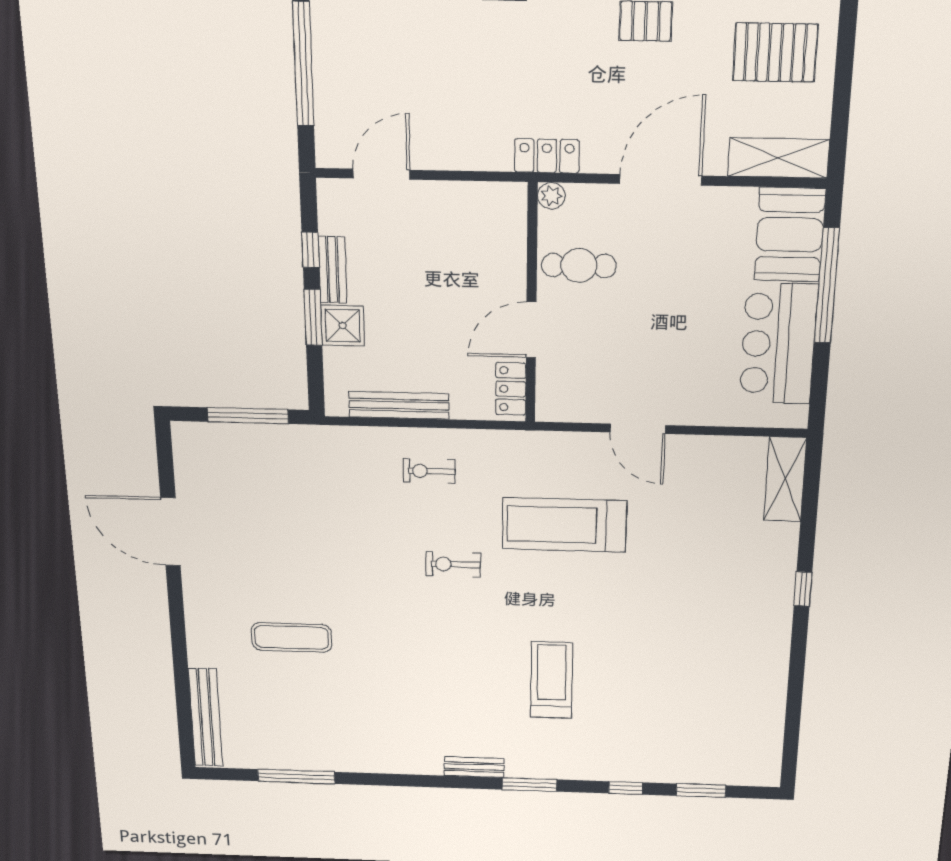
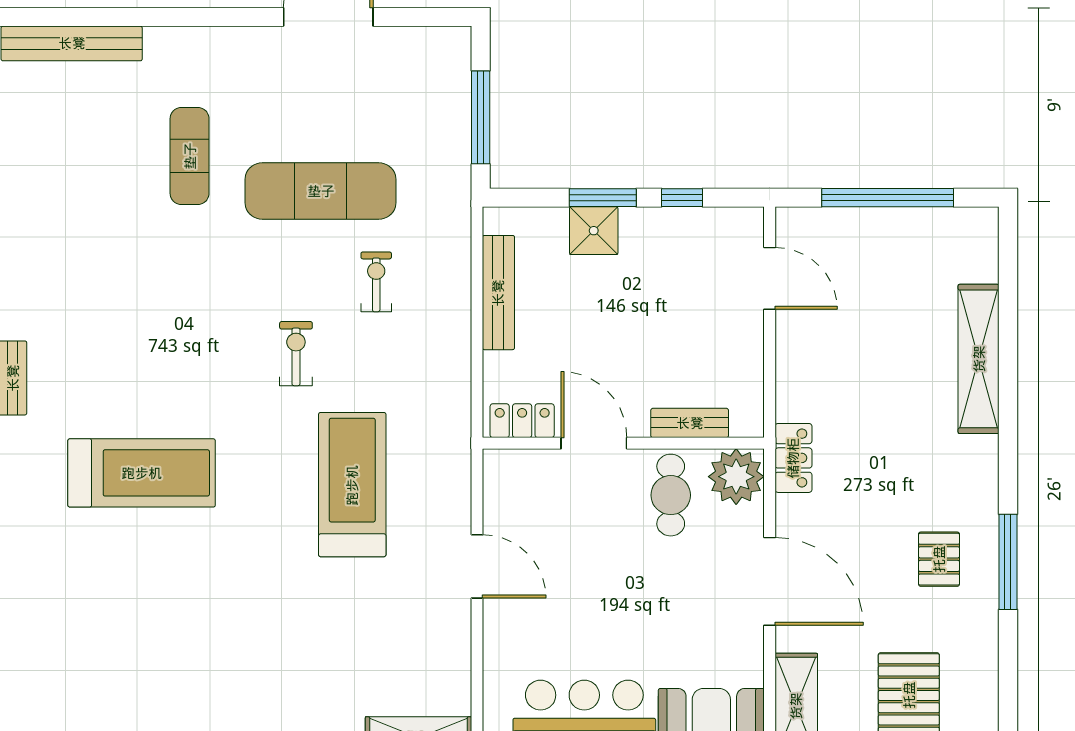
plant: (551, 196) -> (736, 477), width x1.87, depth x1.87
bench: (332, 270) -> (690, 423), moved
door: (638, 429) -> (477, 566), swing flipped
exercise bike: (429, 471) -> (376, 282), moved
exercise mat: (316, 542) -> (321, 191), added
treadmill: (552, 680) -> (142, 473), width x1.37, depth x1.37

